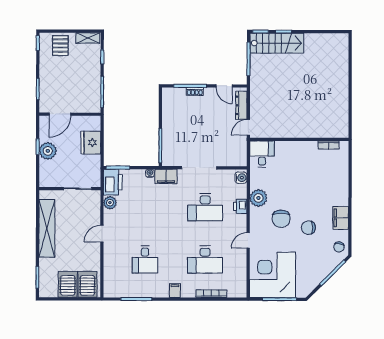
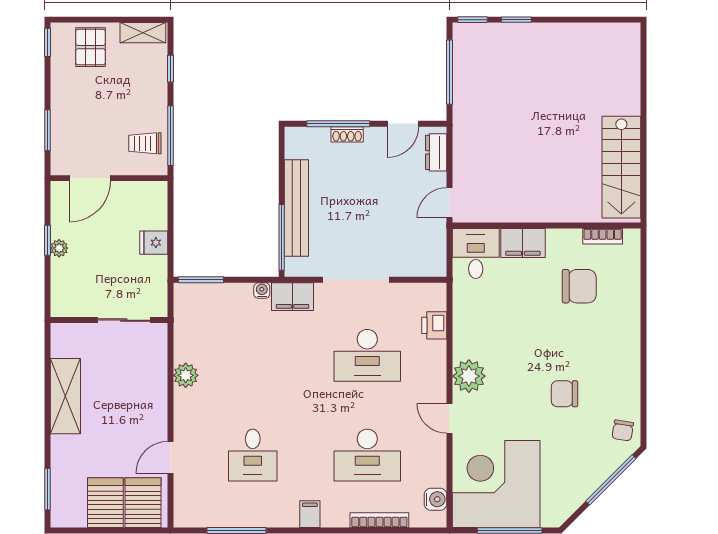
stairs: (277, 43) -> (621, 167), moved, turned 90
door: (224, 86) -> (403, 124), hinge flipped
trolley: (89, 96) -> (145, 143), added
dresser: (241, 105) -> (436, 152), width x0.70
bench: (168, 130) -> (296, 208), added
fridge: (91, 143) -> (154, 243), width x0.53, depth x0.75
plant: (48, 151) -> (59, 248), width x0.53, depth x0.53
water cooler: (241, 178) -> (435, 499), moved
printer: (113, 182) -> (191, 308), removed
plant: (258, 198) -> (469, 376), moved
plant: (110, 203) -> (186, 375), moved
printer: (240, 206) -> (434, 325), moved
filing cabinet: (341, 218) -> (523, 243), moved, turned -90
chair: (281, 219) -> (579, 286), moved, turned -90
shelving: (47, 228) -> (65, 396), width x0.68
door: (102, 234) -> (170, 457), moved
door: (248, 240) -> (450, 418), hinge flipped

